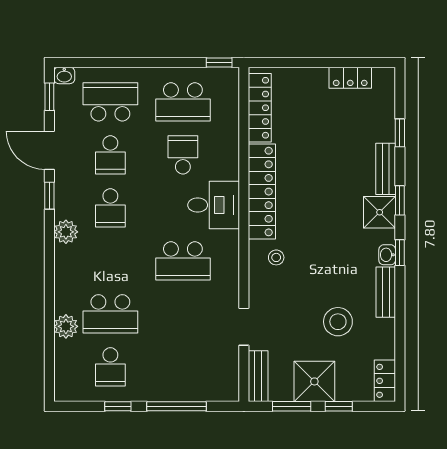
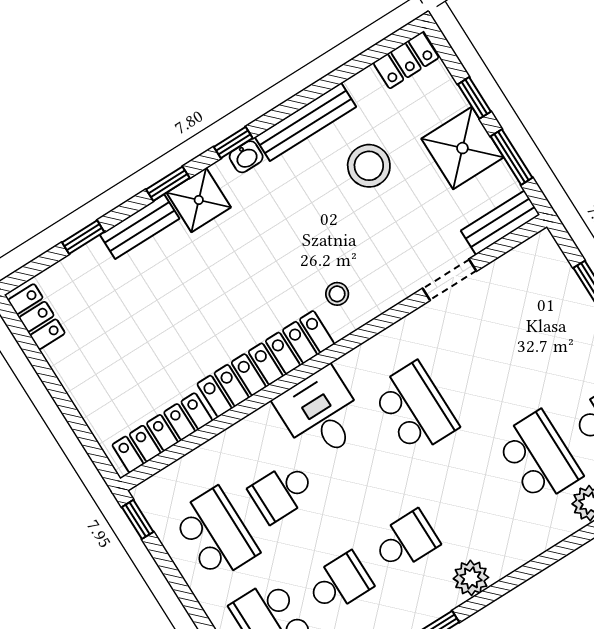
locker: (350, 78) -> (36, 317), moved
bench: (386, 292) -> (305, 122), width x1.36

